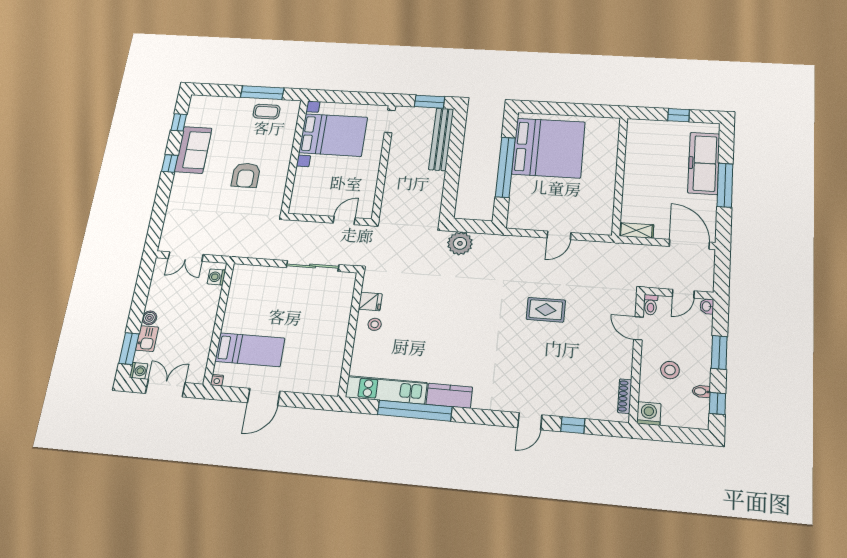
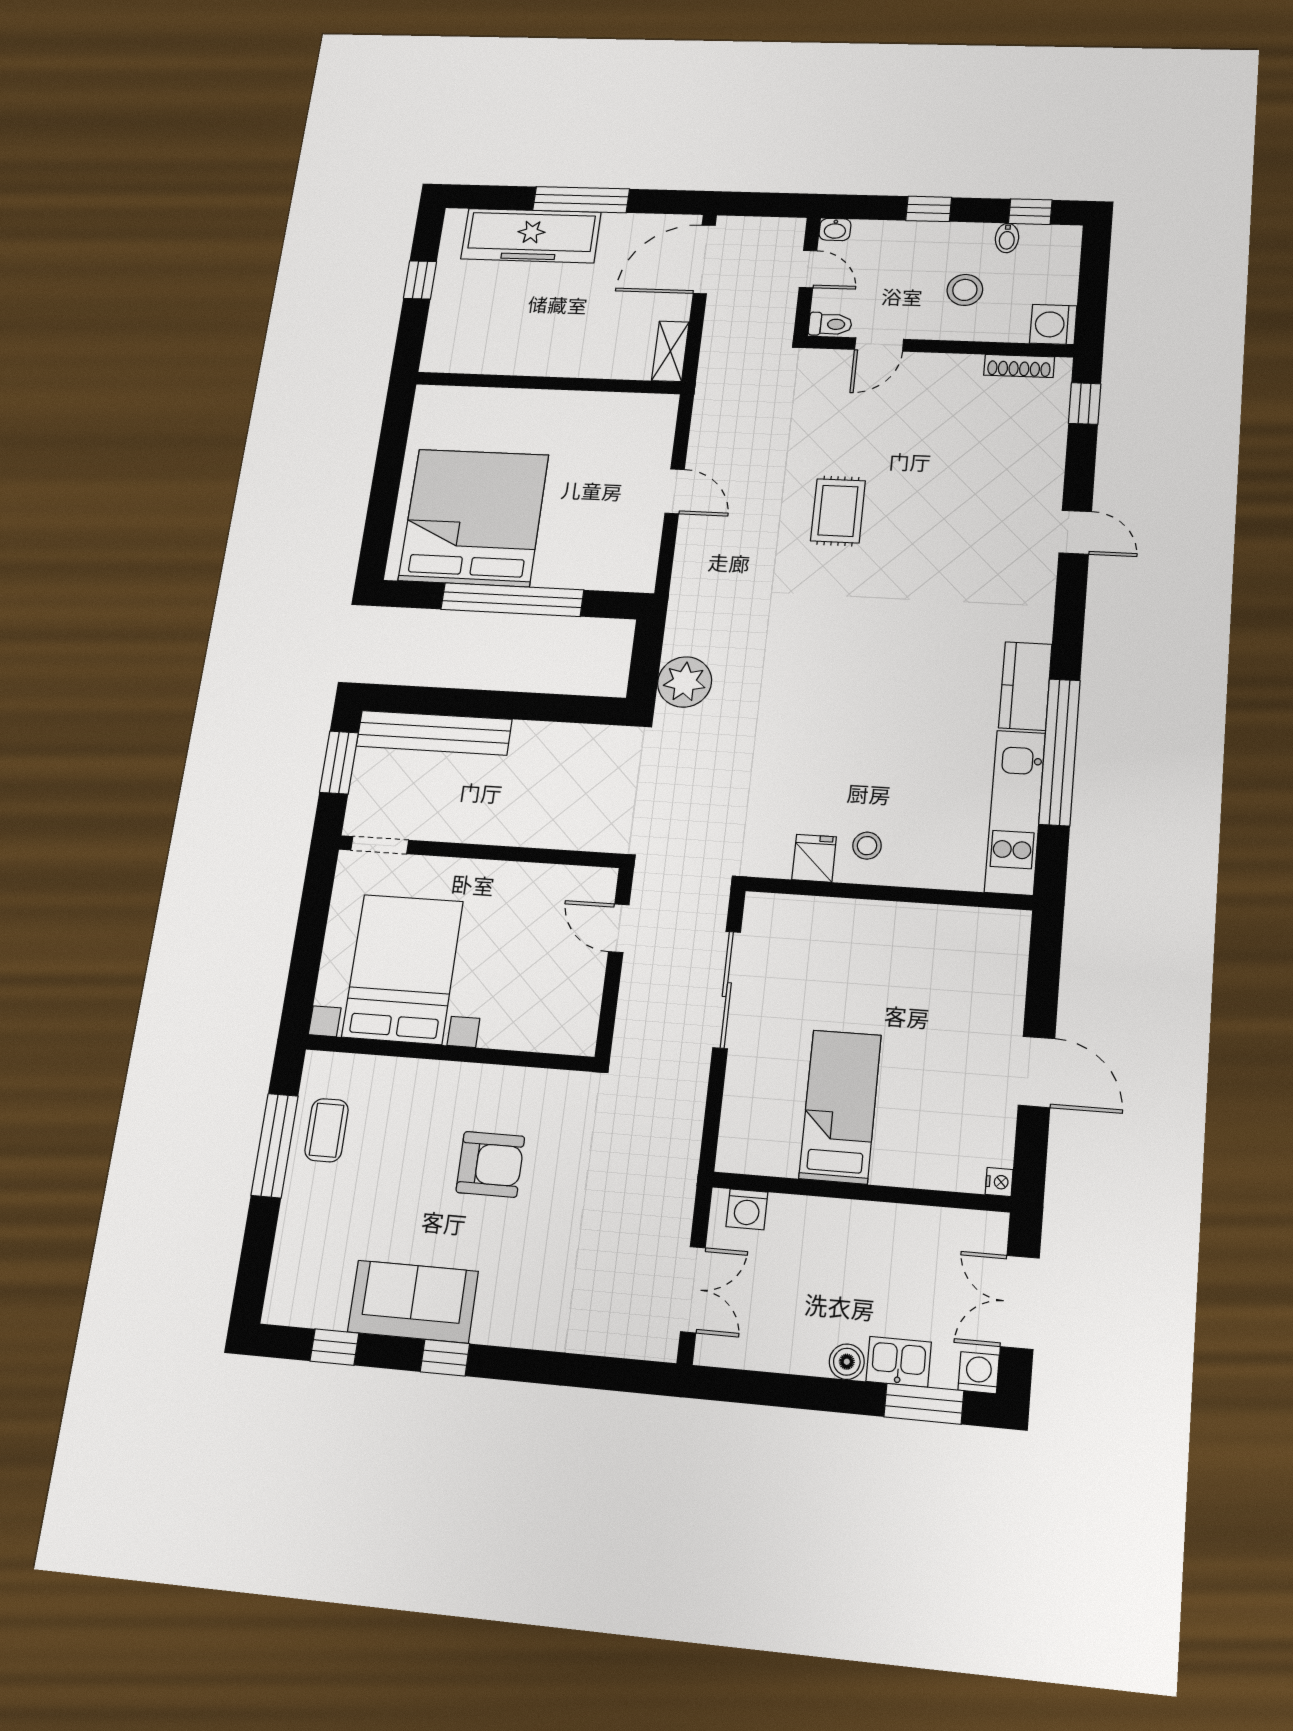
bed: (250, 350) -> (840, 1107), moved
window: (719, 352) -> (929, 209), width x0.67
window: (573, 425) -> (1085, 403), moved

